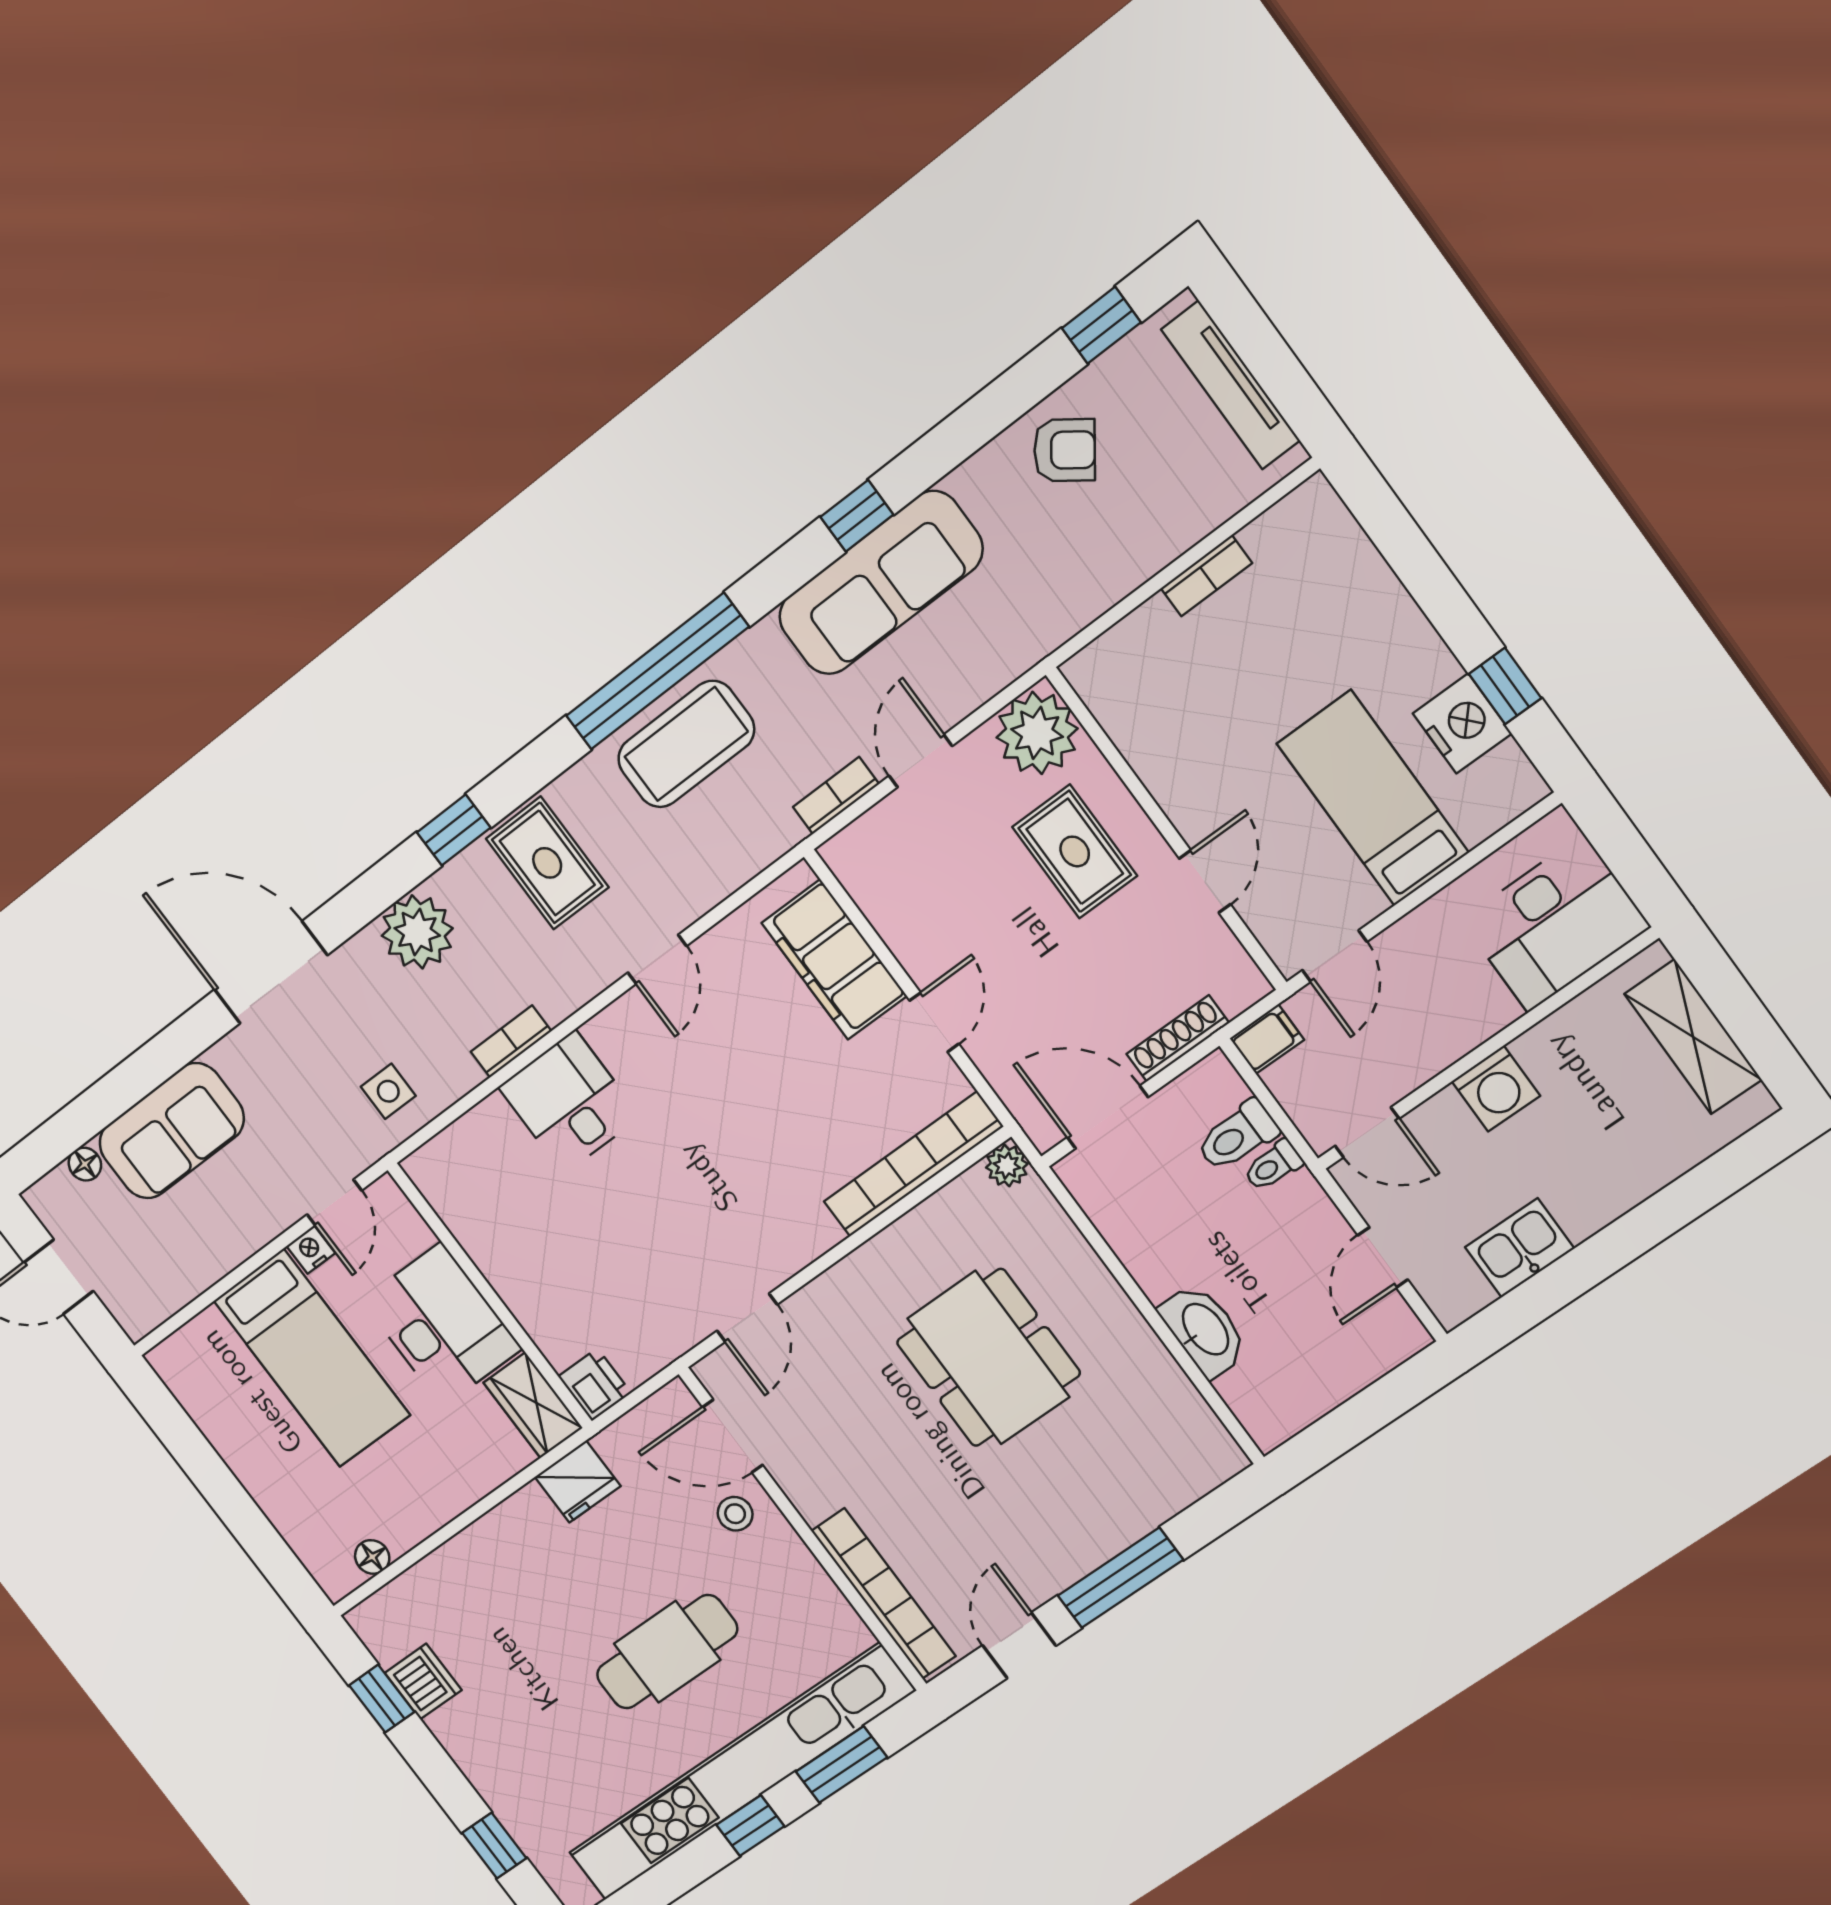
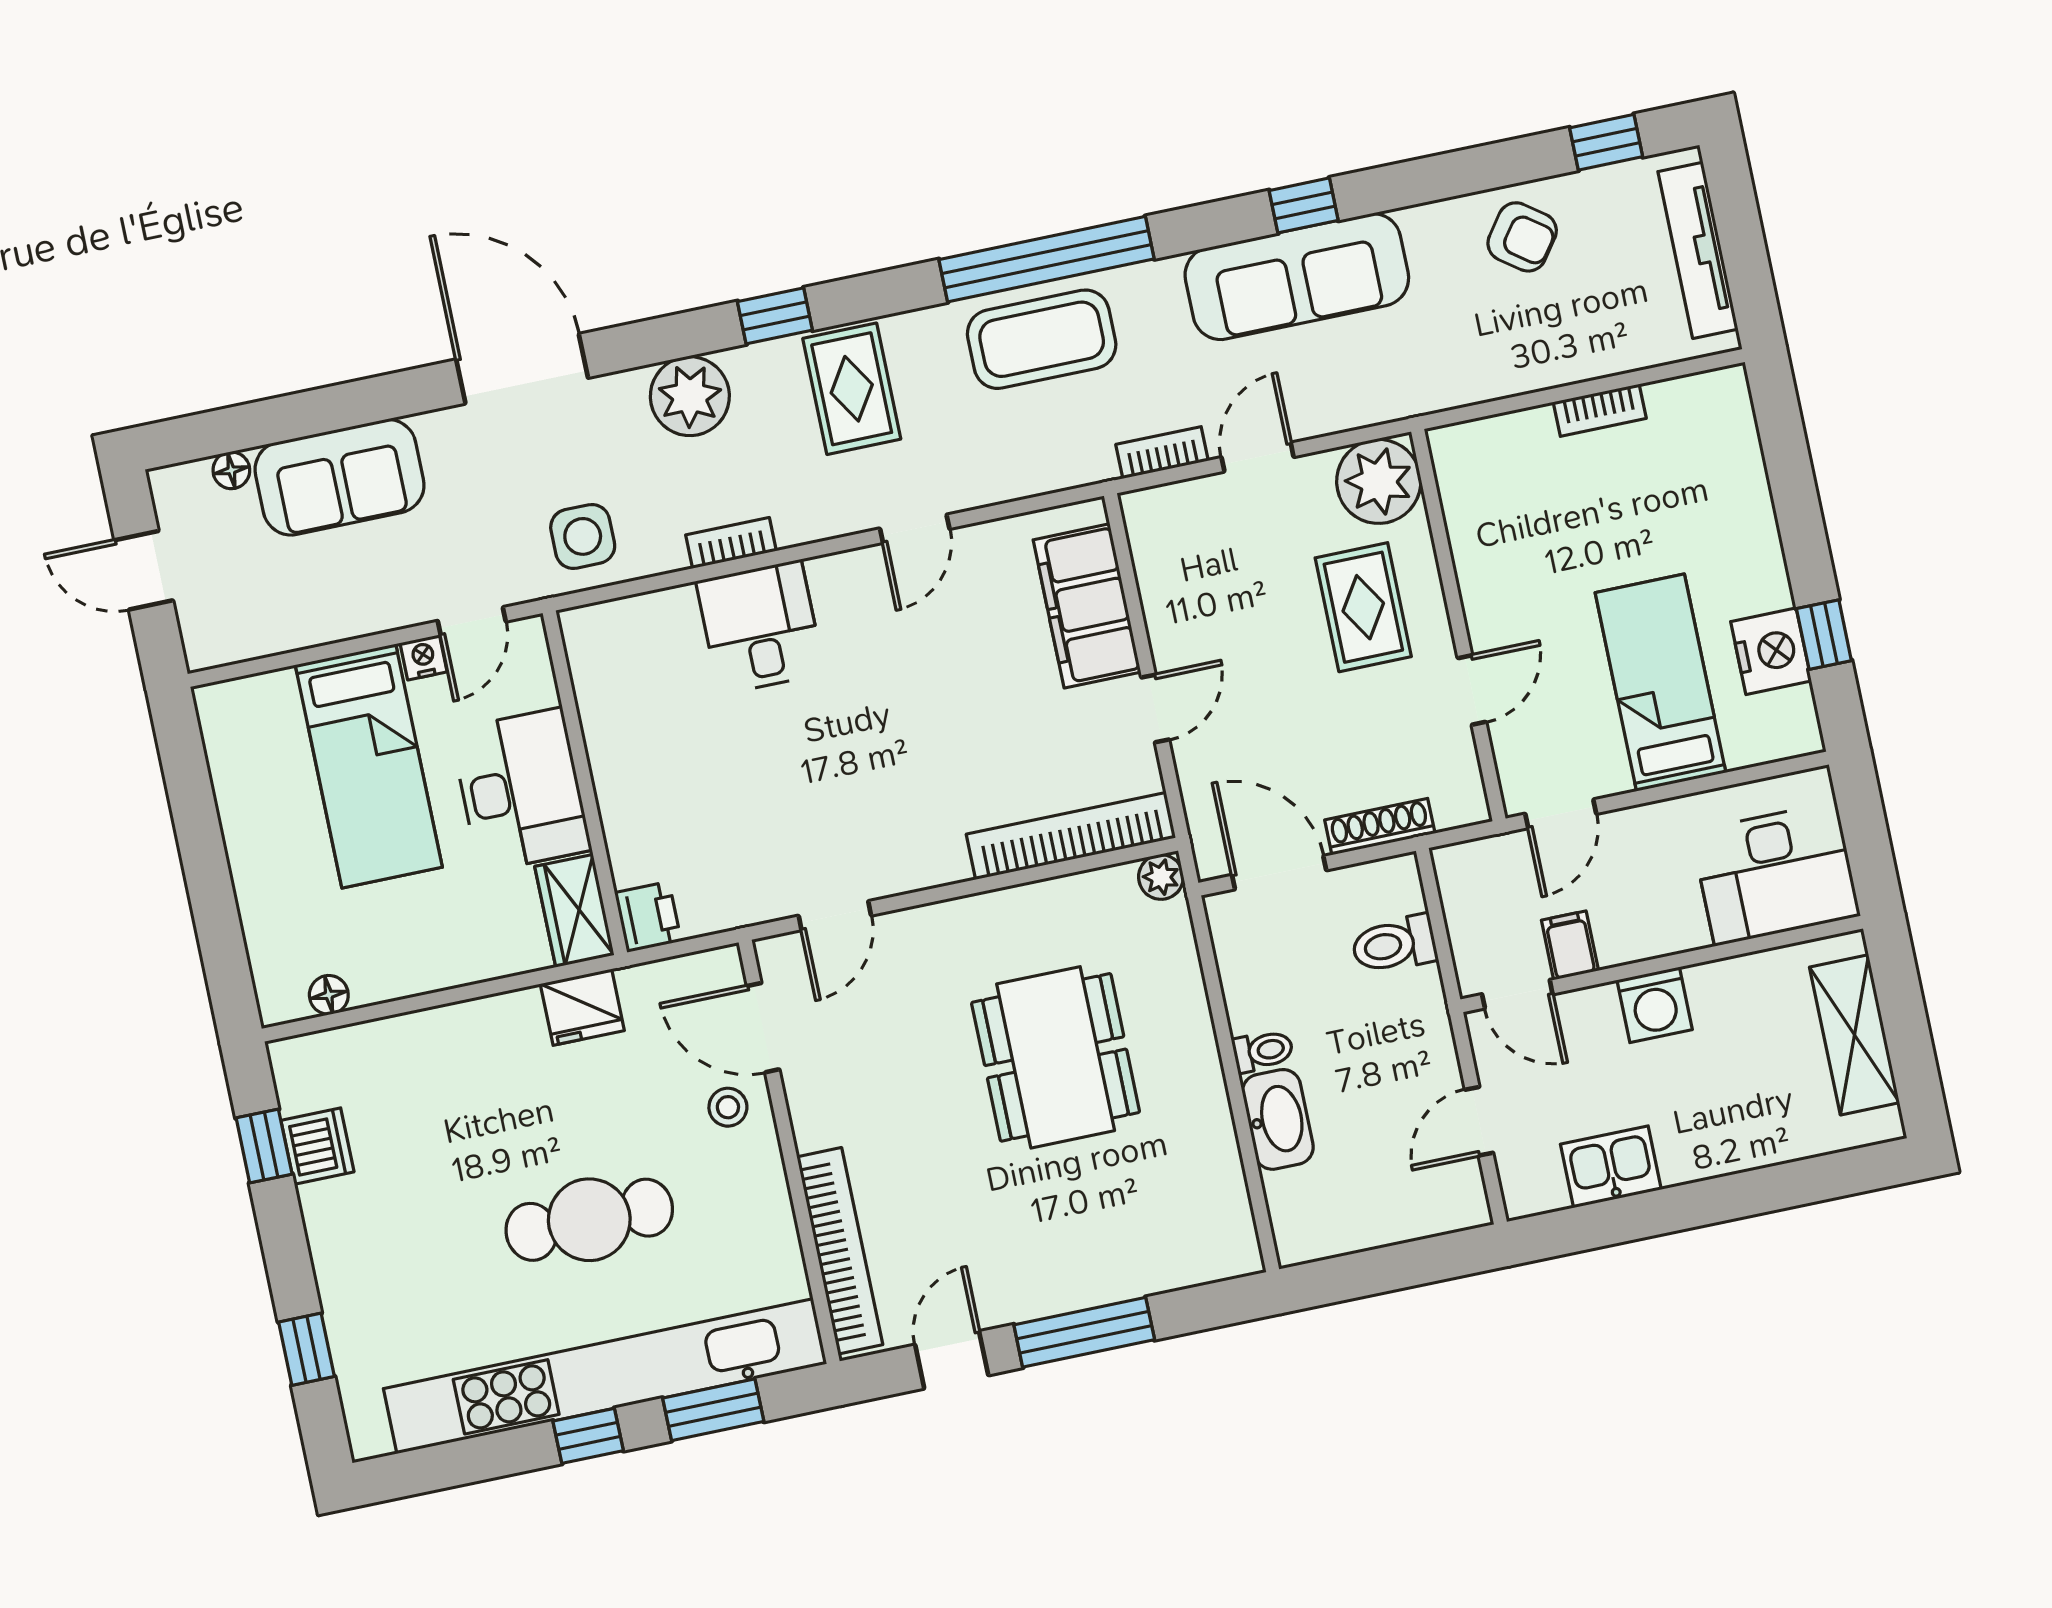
filing cabinet: (1267, 1039) -> (1570, 945), moved, turned -90
side table: (388, 1091) -> (583, 536), width x1.37, depth x1.37
toilet: (1273, 1166) -> (1263, 1051), moved, turned 180

